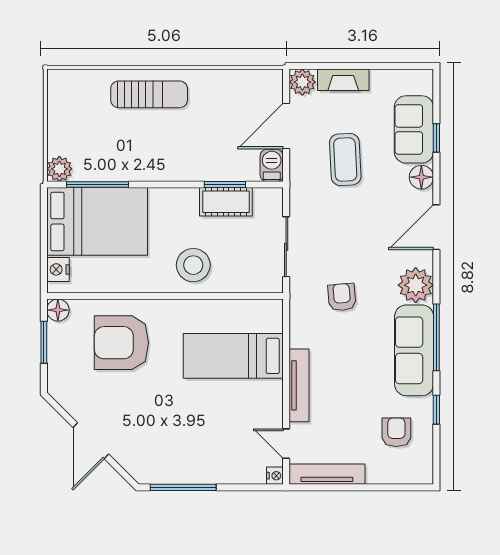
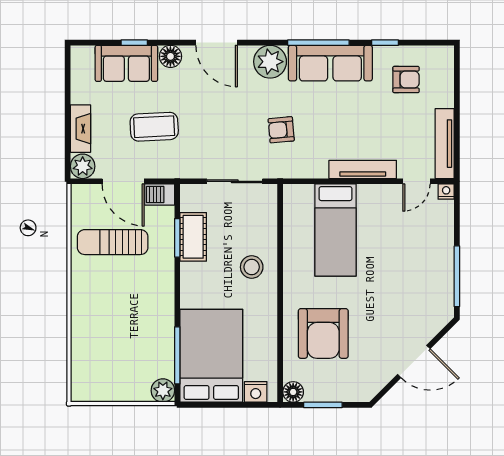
sun lounger: (149, 94) -> (113, 242), moved, turned -90
stool: (193, 265) -> (252, 267), width x0.73, depth x0.73
armchair: (396, 432) -> (406, 80), turned 180

